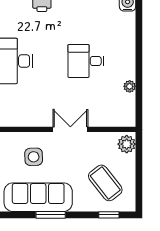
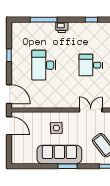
double door: (70, 129) -> (91, 110), moved

